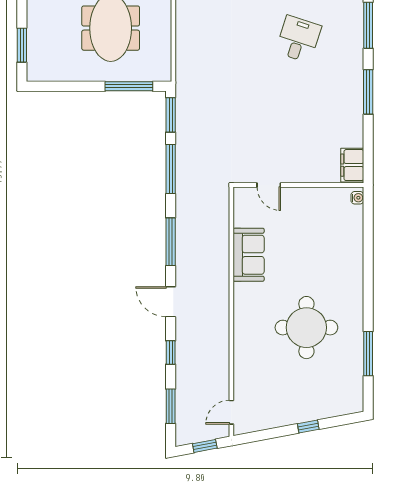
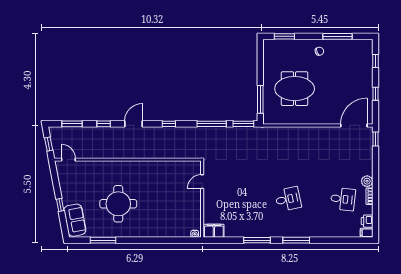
desk: (298, 39) -> (288, 199), turned -30
window: (171, 242) -> (169, 124), width x0.46
sofa: (249, 255) -> (75, 220), moved, turned -101

